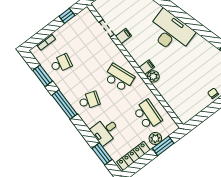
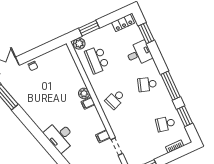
desk: (171, 32) -> (60, 136), width x0.73, depth x0.77
school desk: (119, 78) -> (115, 99), width x0.54
plant: (155, 139) -> (79, 44), moved
locker: (134, 156) -> (123, 23), width x0.66

